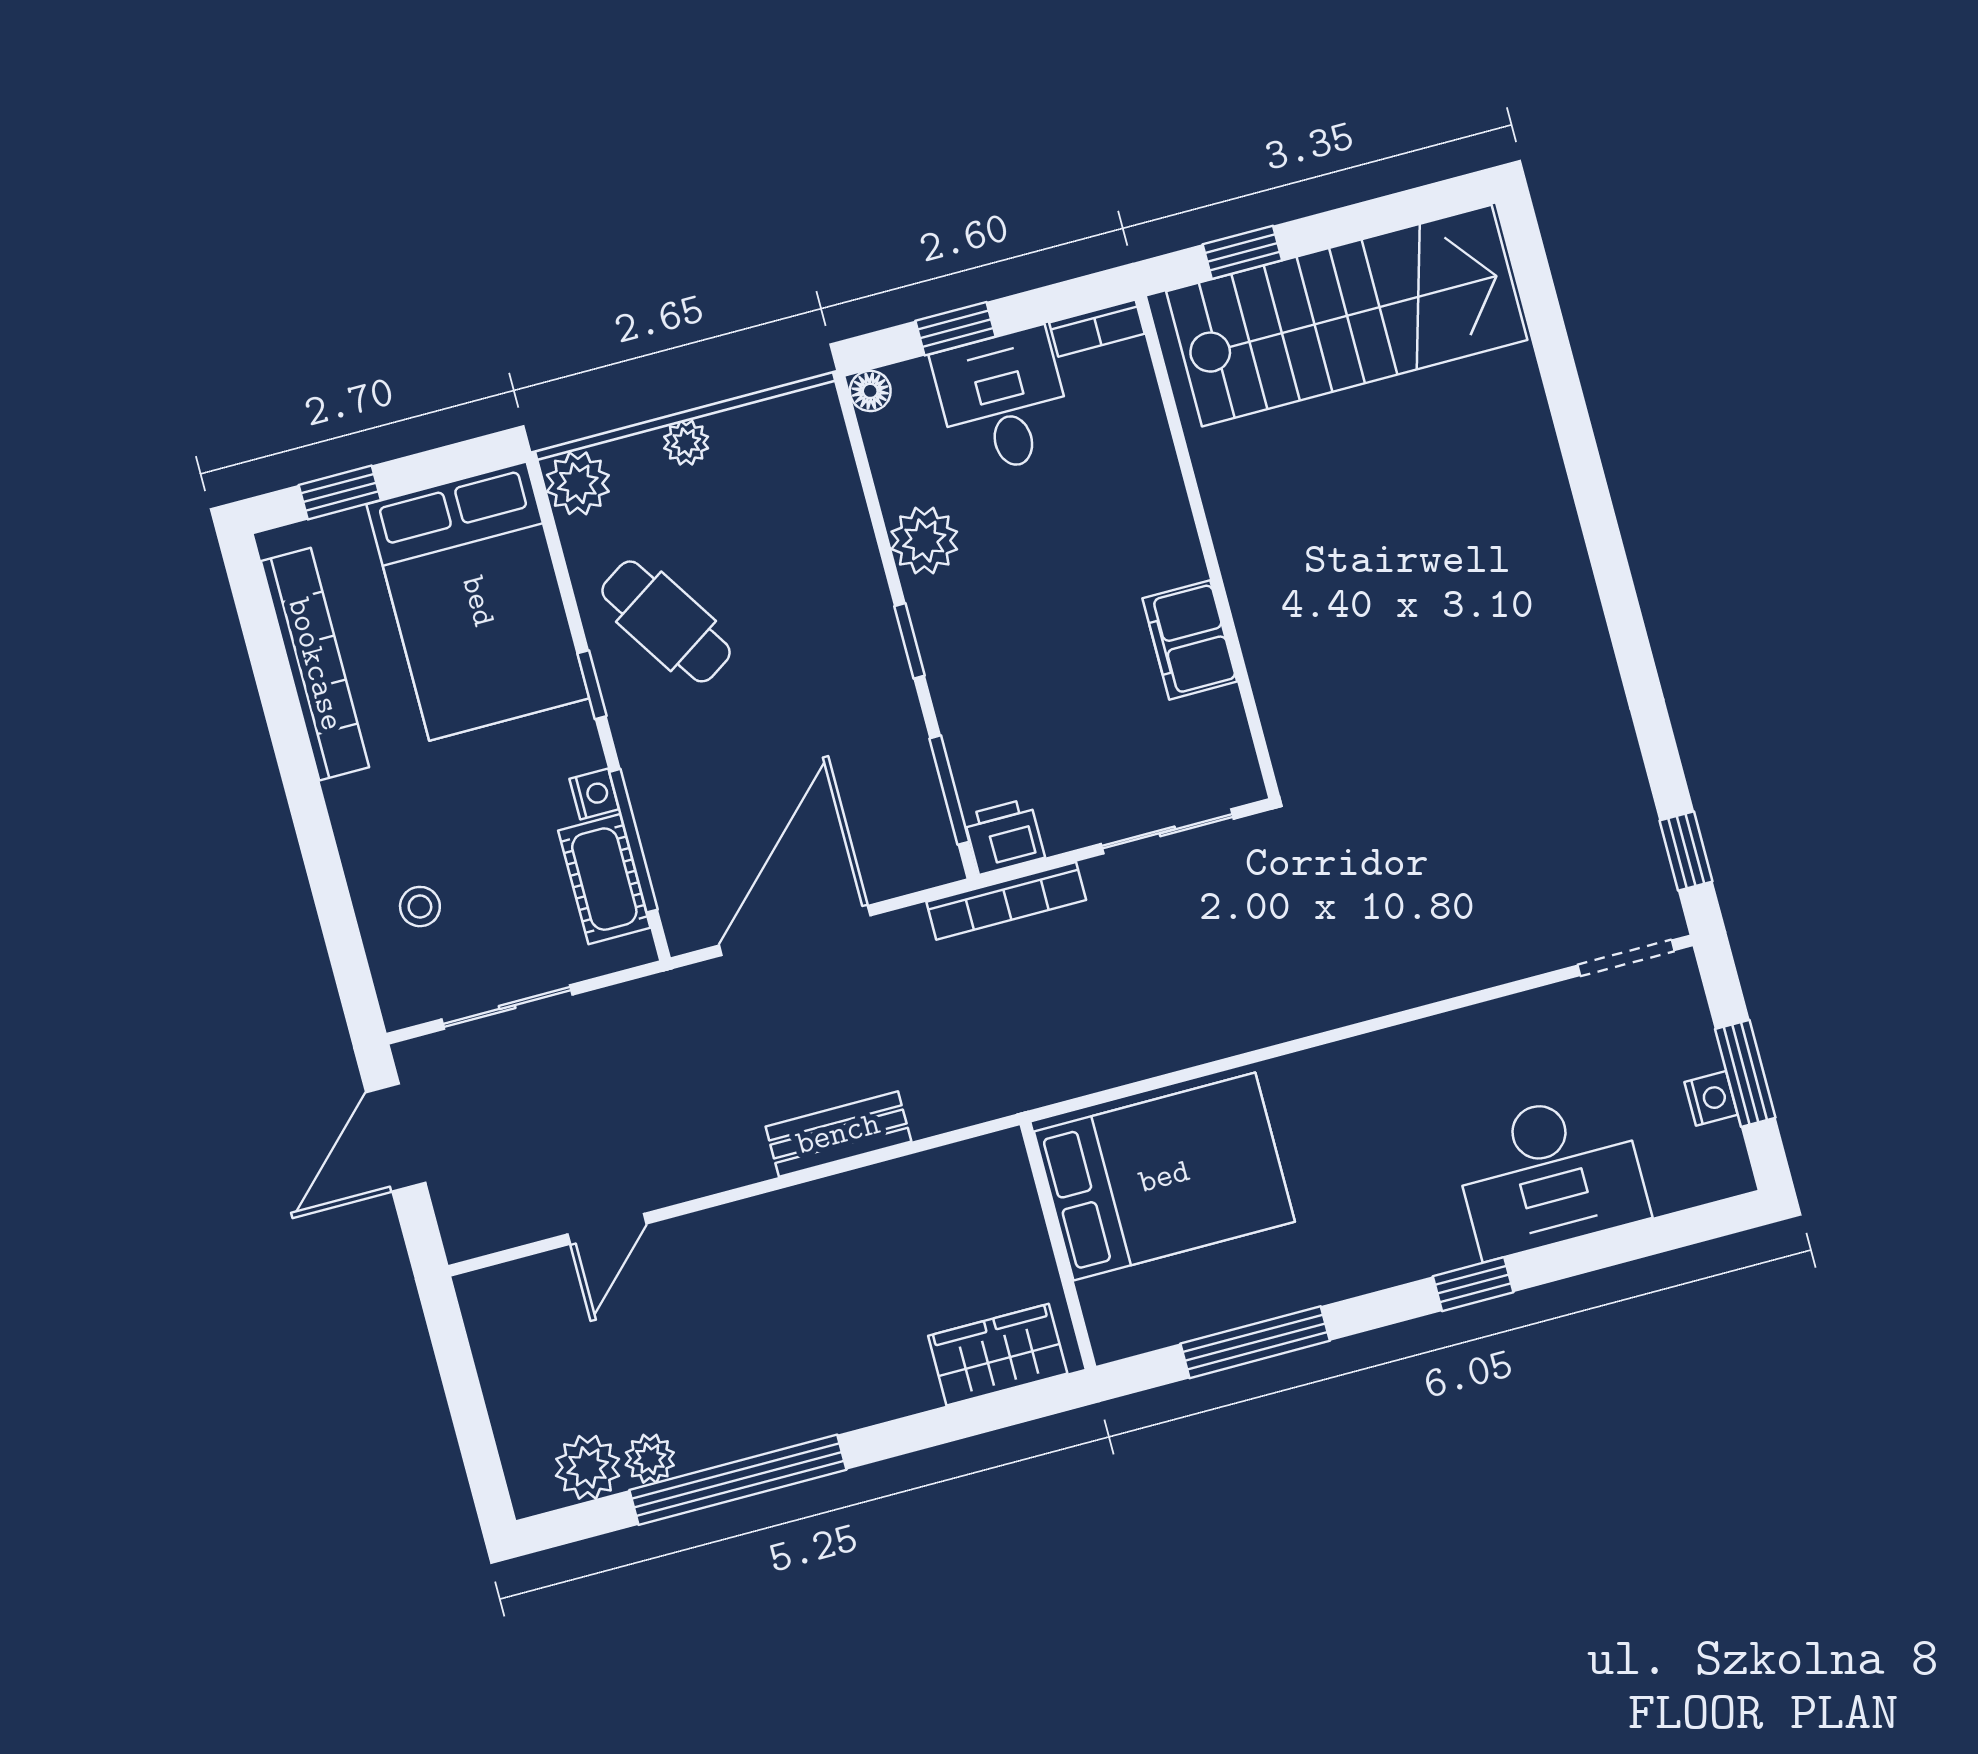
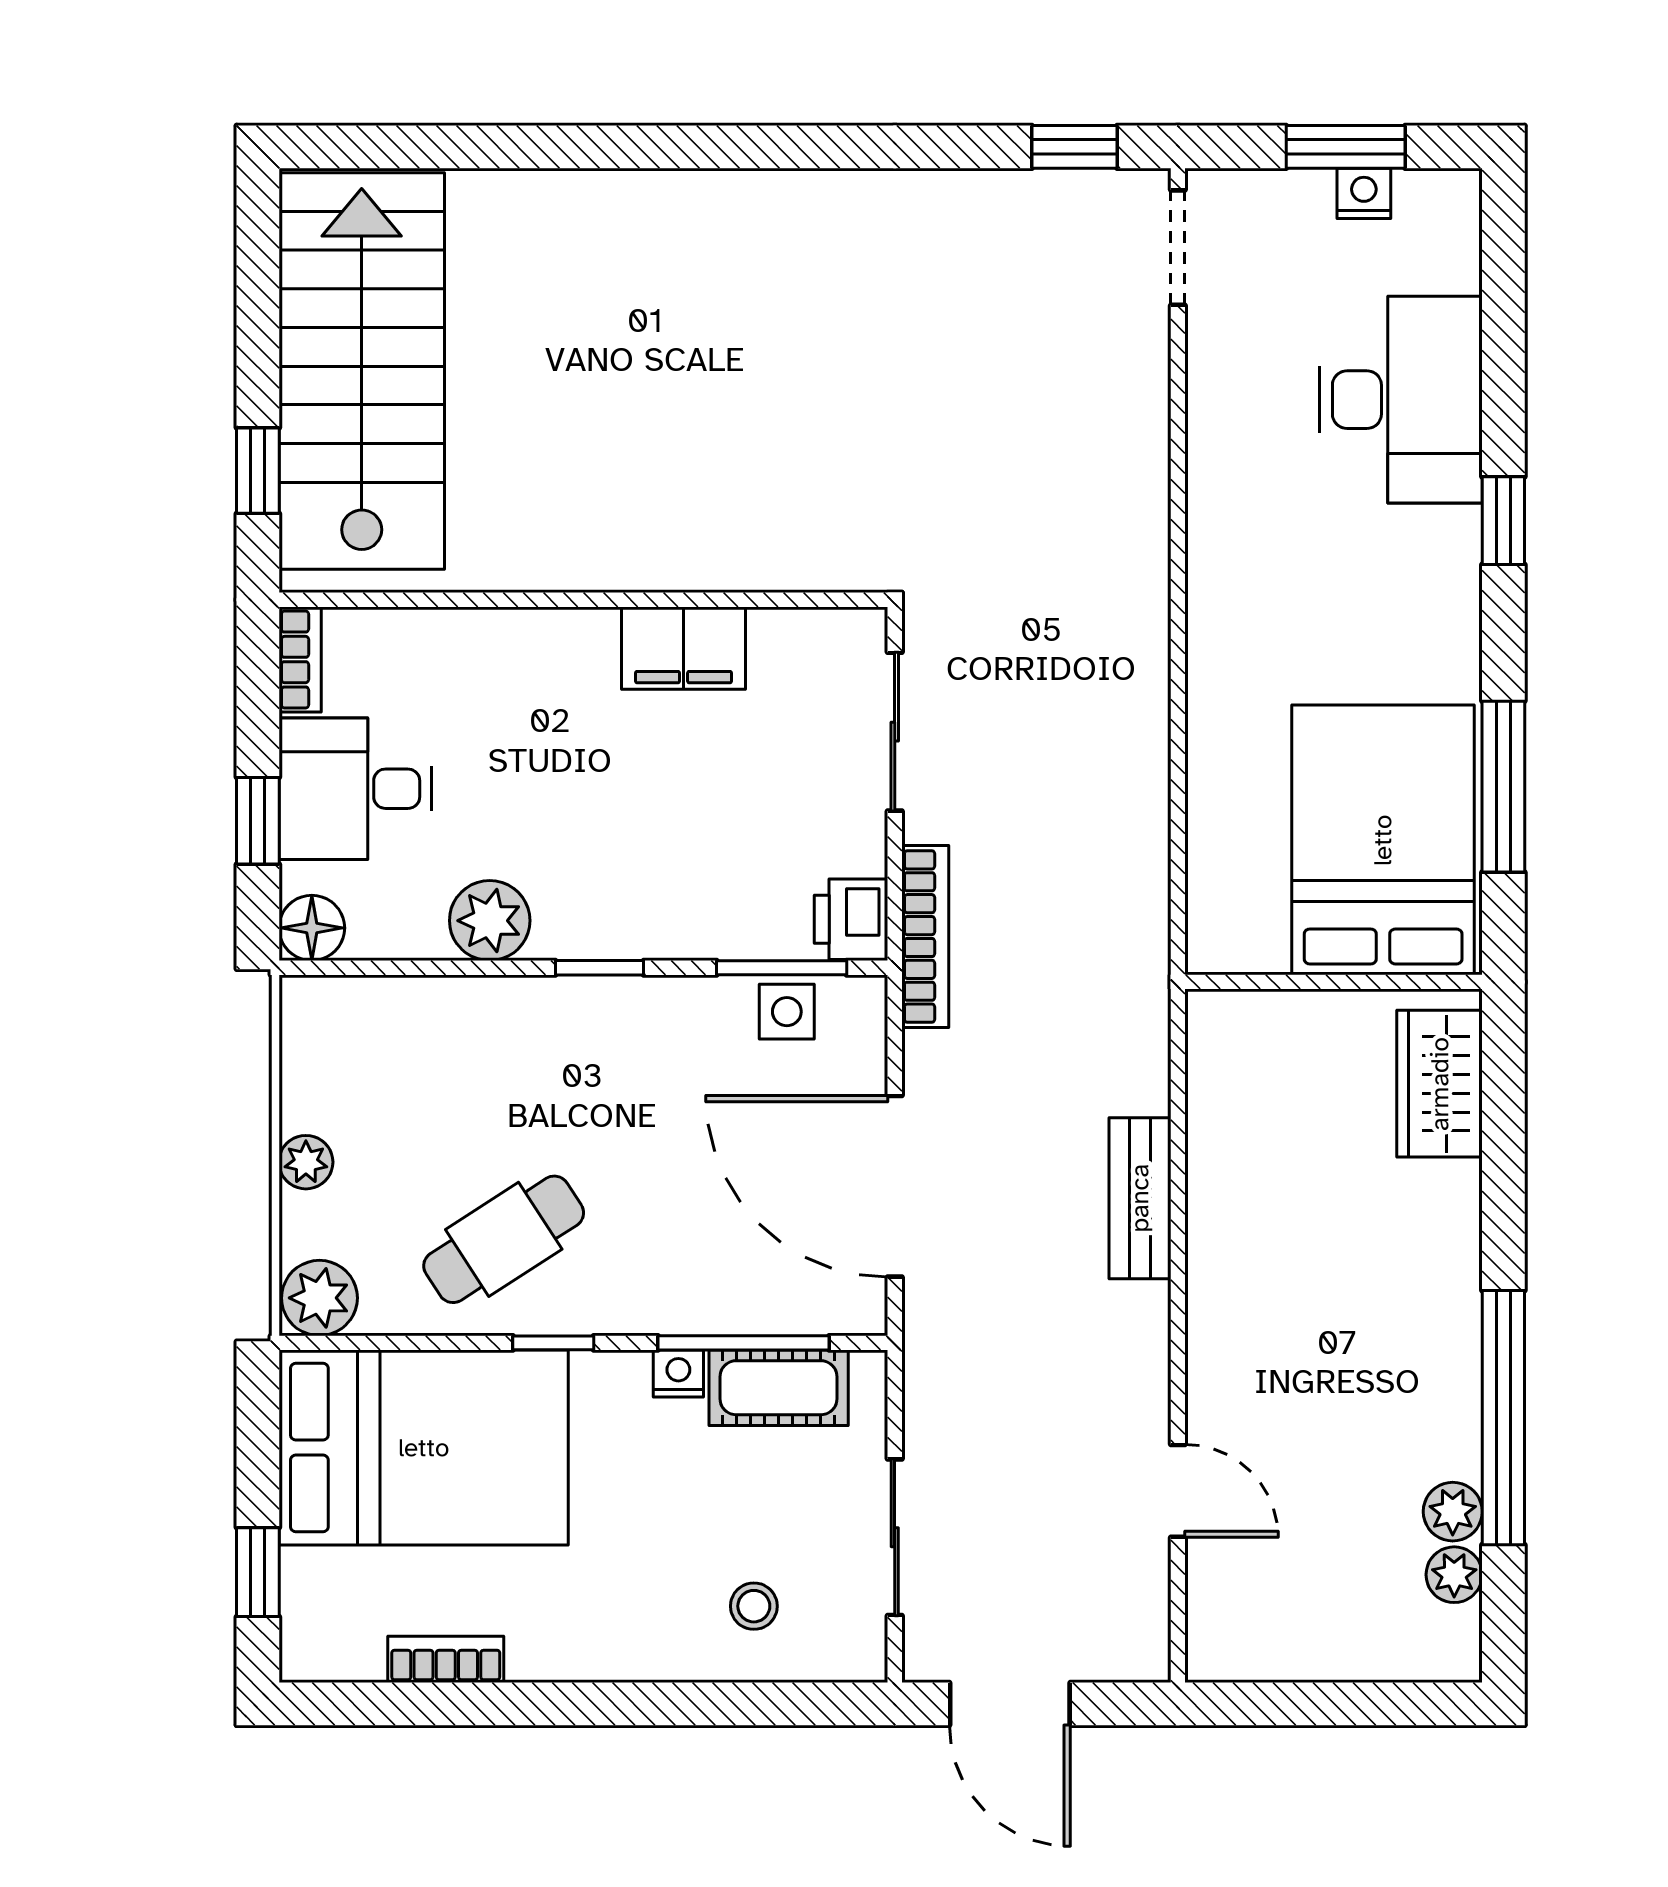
floor lamp: (870, 391) -> (312, 928), width x1.37, depth x1.37
bookcase: (315, 664) -> (446, 1659), width x0.43, depth x0.76
side table: (914, 804) -> (787, 1012), added
bed: (1164, 1177) -> (1383, 840), moved
plant: (588, 1467) -> (1454, 1575), width x0.73, depth x0.73

